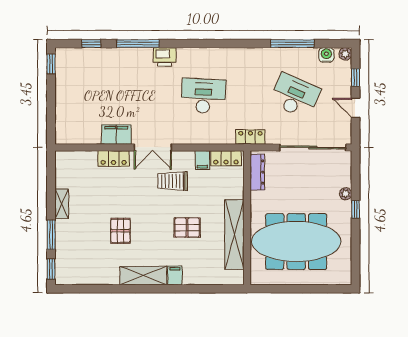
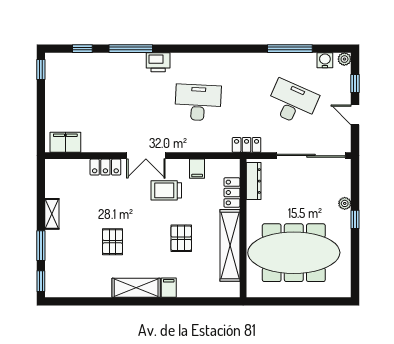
filing cabinet: (116, 135) -> (65, 142), moved
locker: (226, 158) -> (232, 192), moved, turned 90
pallet: (187, 227) -> (181, 238), turned 90

